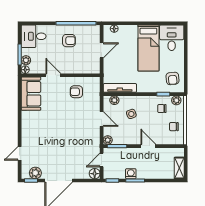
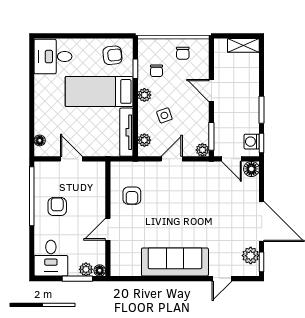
bed: (148, 48) -> (99, 91), moved, turned 180
sofa: (31, 94) -> (175, 262), moved, width x1.36
plant: (176, 100) -> (144, 95), moved
door: (148, 146) -> (211, 90), hinge flipped
door: (20, 153) -> (222, 279), hinge flipped
washing machine: (131, 174) -> (252, 142), moved

